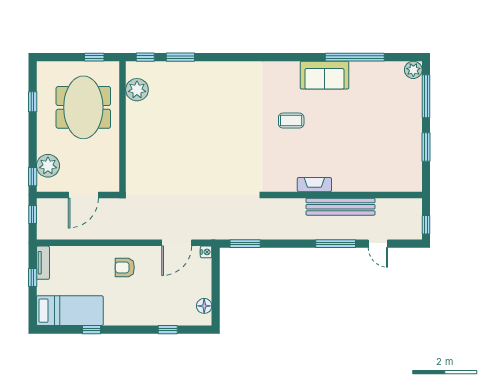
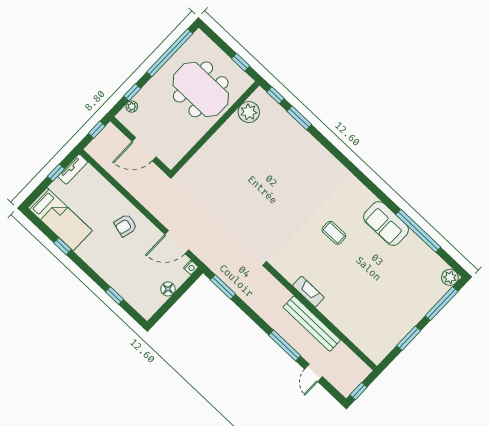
window: (33, 102) -> (170, 53), width x3.17
meeting table: (83, 107) -> (201, 89), turned 90
plant: (48, 166) -> (132, 107), width x0.53, depth x0.53
window: (33, 177) -> (132, 92), moved
armchair: (125, 267) -> (125, 225), turned -75
floor lamp: (204, 306) -> (168, 289), moved

